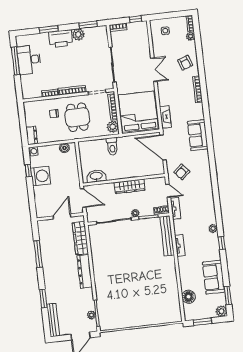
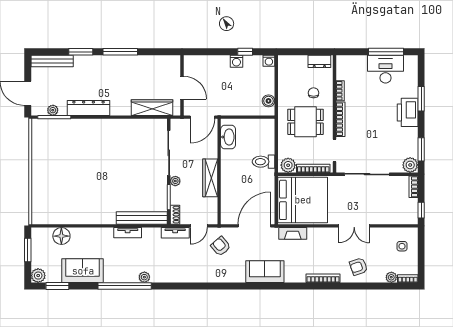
plant: (78, 34) -> (410, 165), moved
dresser: (32, 135) -> (319, 61), moved
washing machine: (41, 176) -> (236, 61), width x0.53, depth x0.53
window: (222, 243) -> (125, 286), width x3.17
window: (38, 254) -> (120, 52), moved
dresser: (85, 271) -> (88, 108), moved

